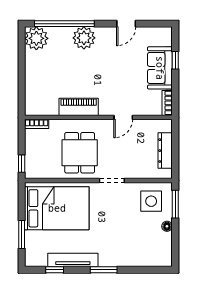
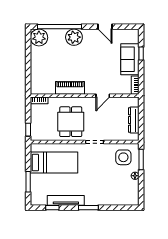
door: (126, 24) -> (105, 27), hinge flipped
bed: (57, 208) -> (54, 162), width x0.67

